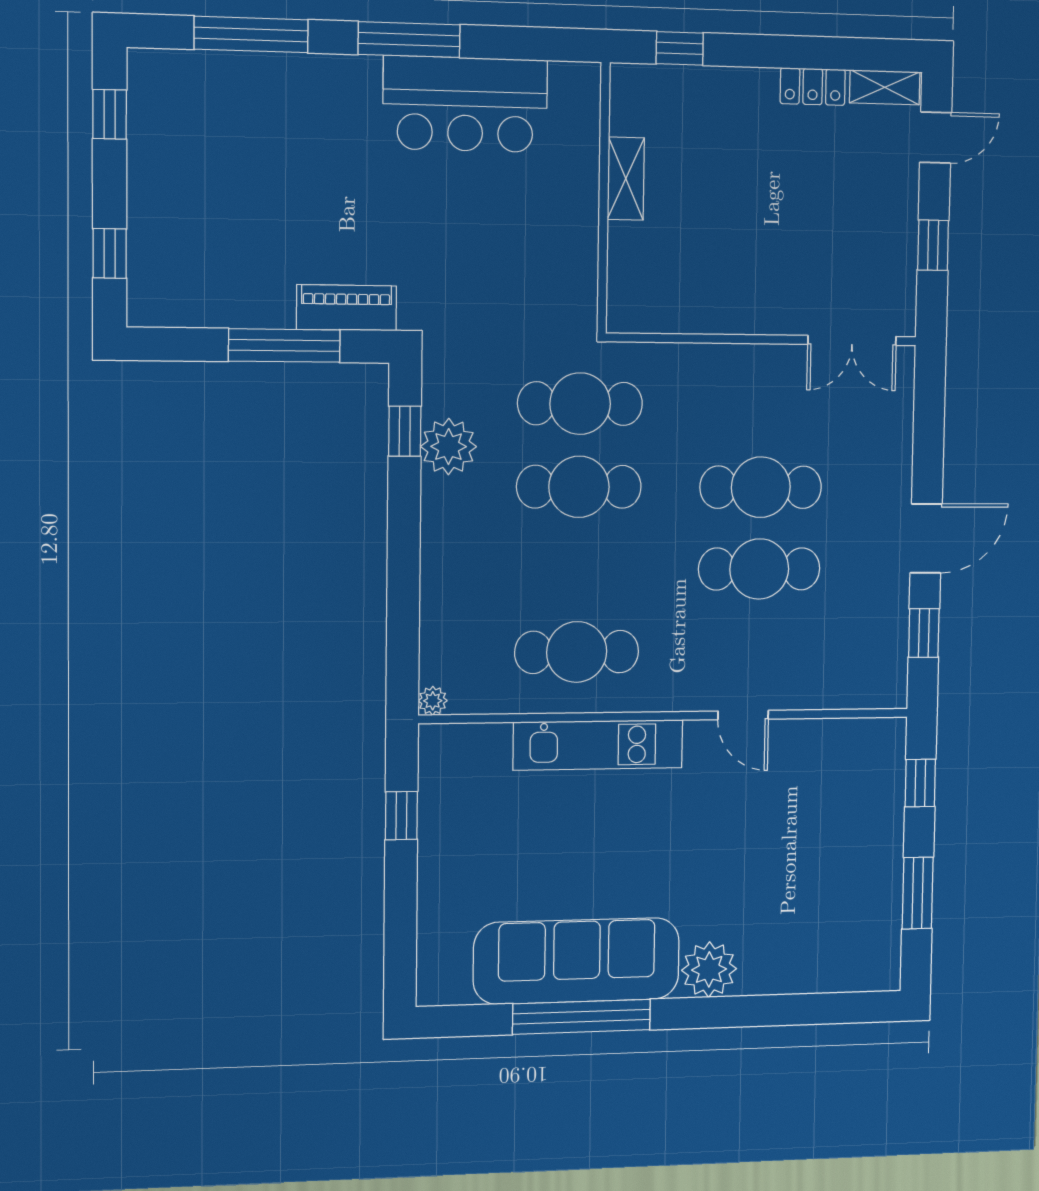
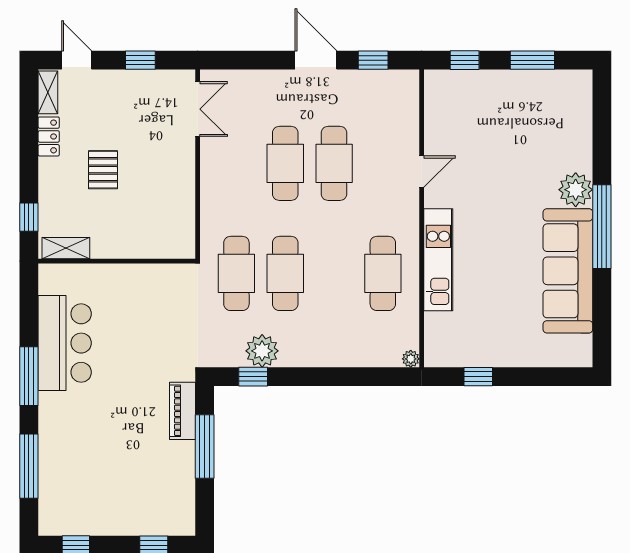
pallet: (756, 178) -> (103, 170), added
shelving: (626, 179) -> (66, 248), moved
window: (582, 1017) -> (602, 227), moved

